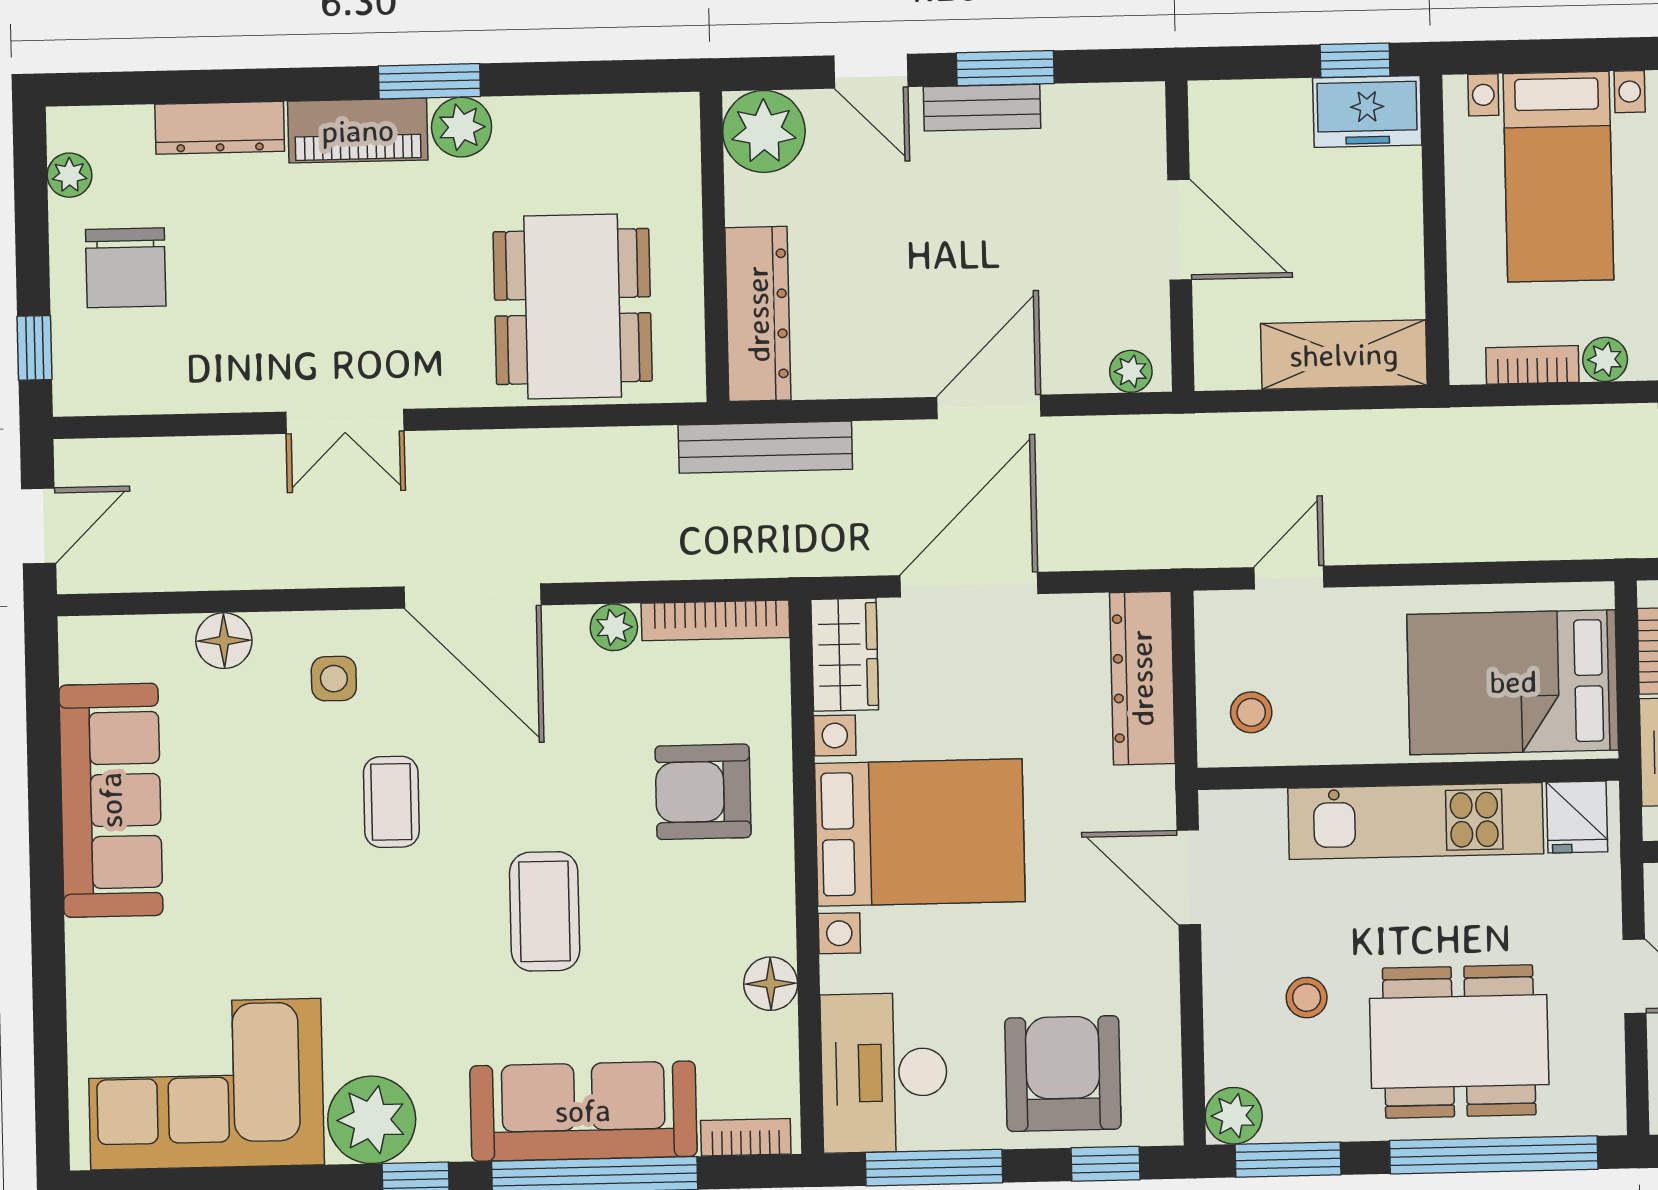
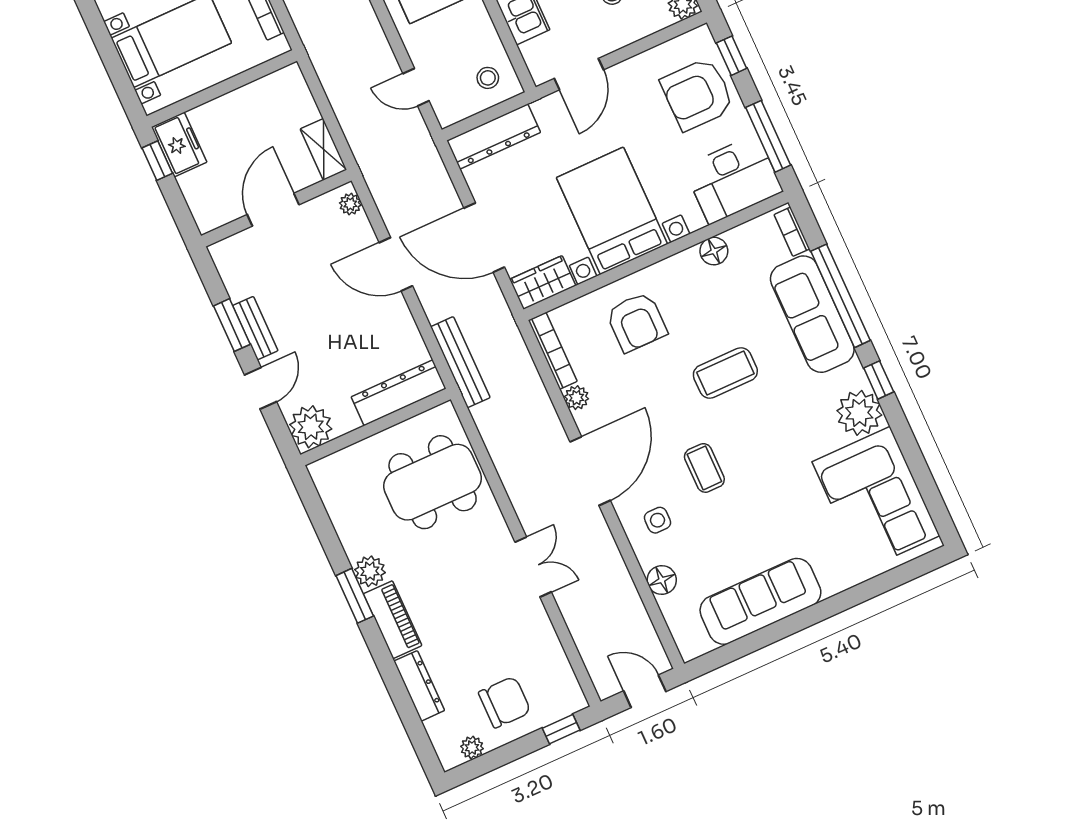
shelving: (1344, 355) -> (323, 149), moved, width x0.67, depth x0.75
coffee table: (391, 802) -> (704, 468), turned 90

